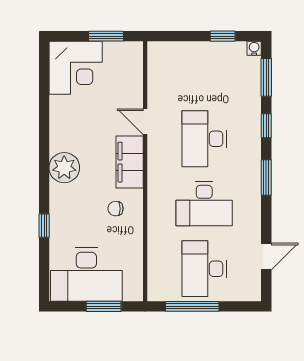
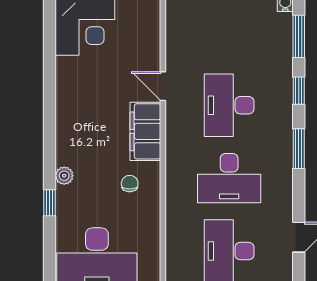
plant: (64, 168) -> (64, 176), moved, width x0.53, depth x0.53
chair: (116, 209) -> (130, 184), turned 90

